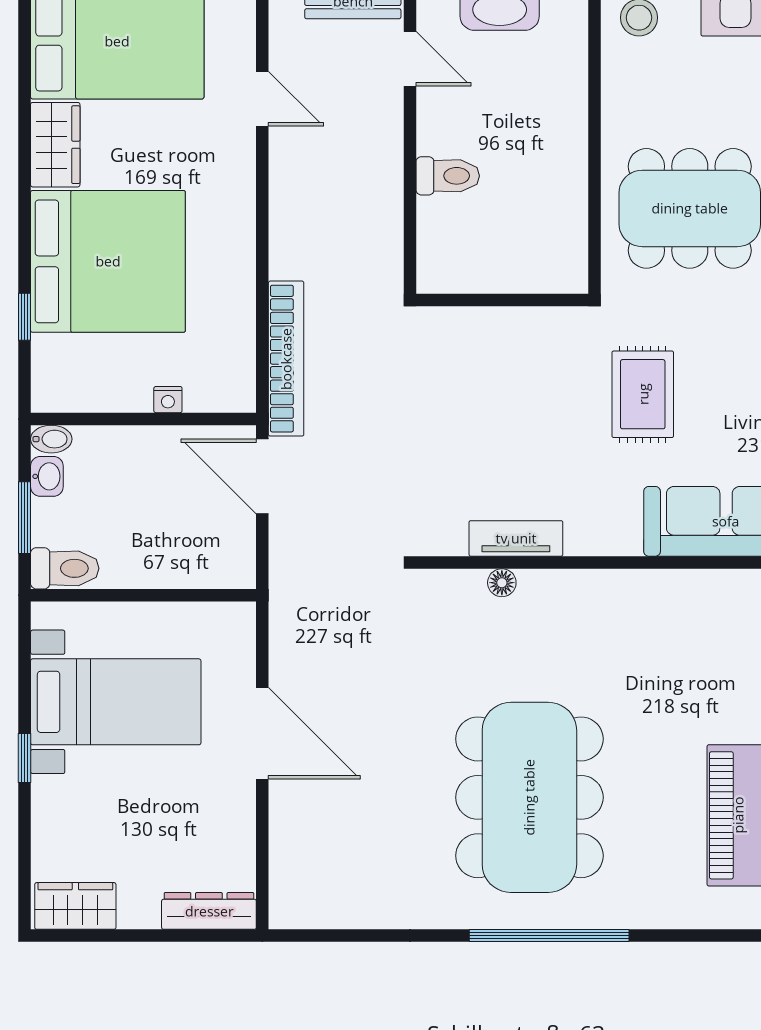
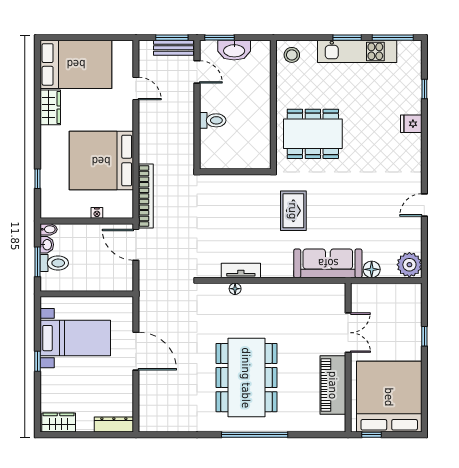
bed: (108, 261) -> (101, 161), moved, turned 180
toilet: (65, 568) -> (54, 263), moved

